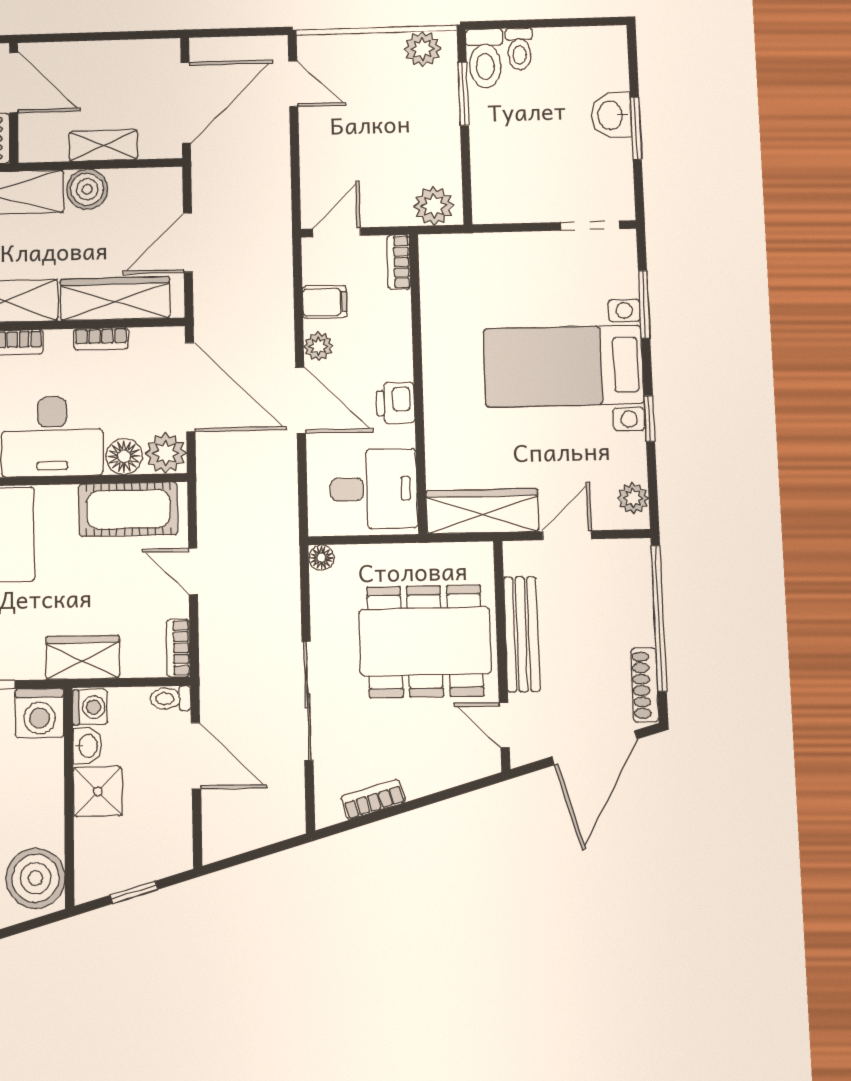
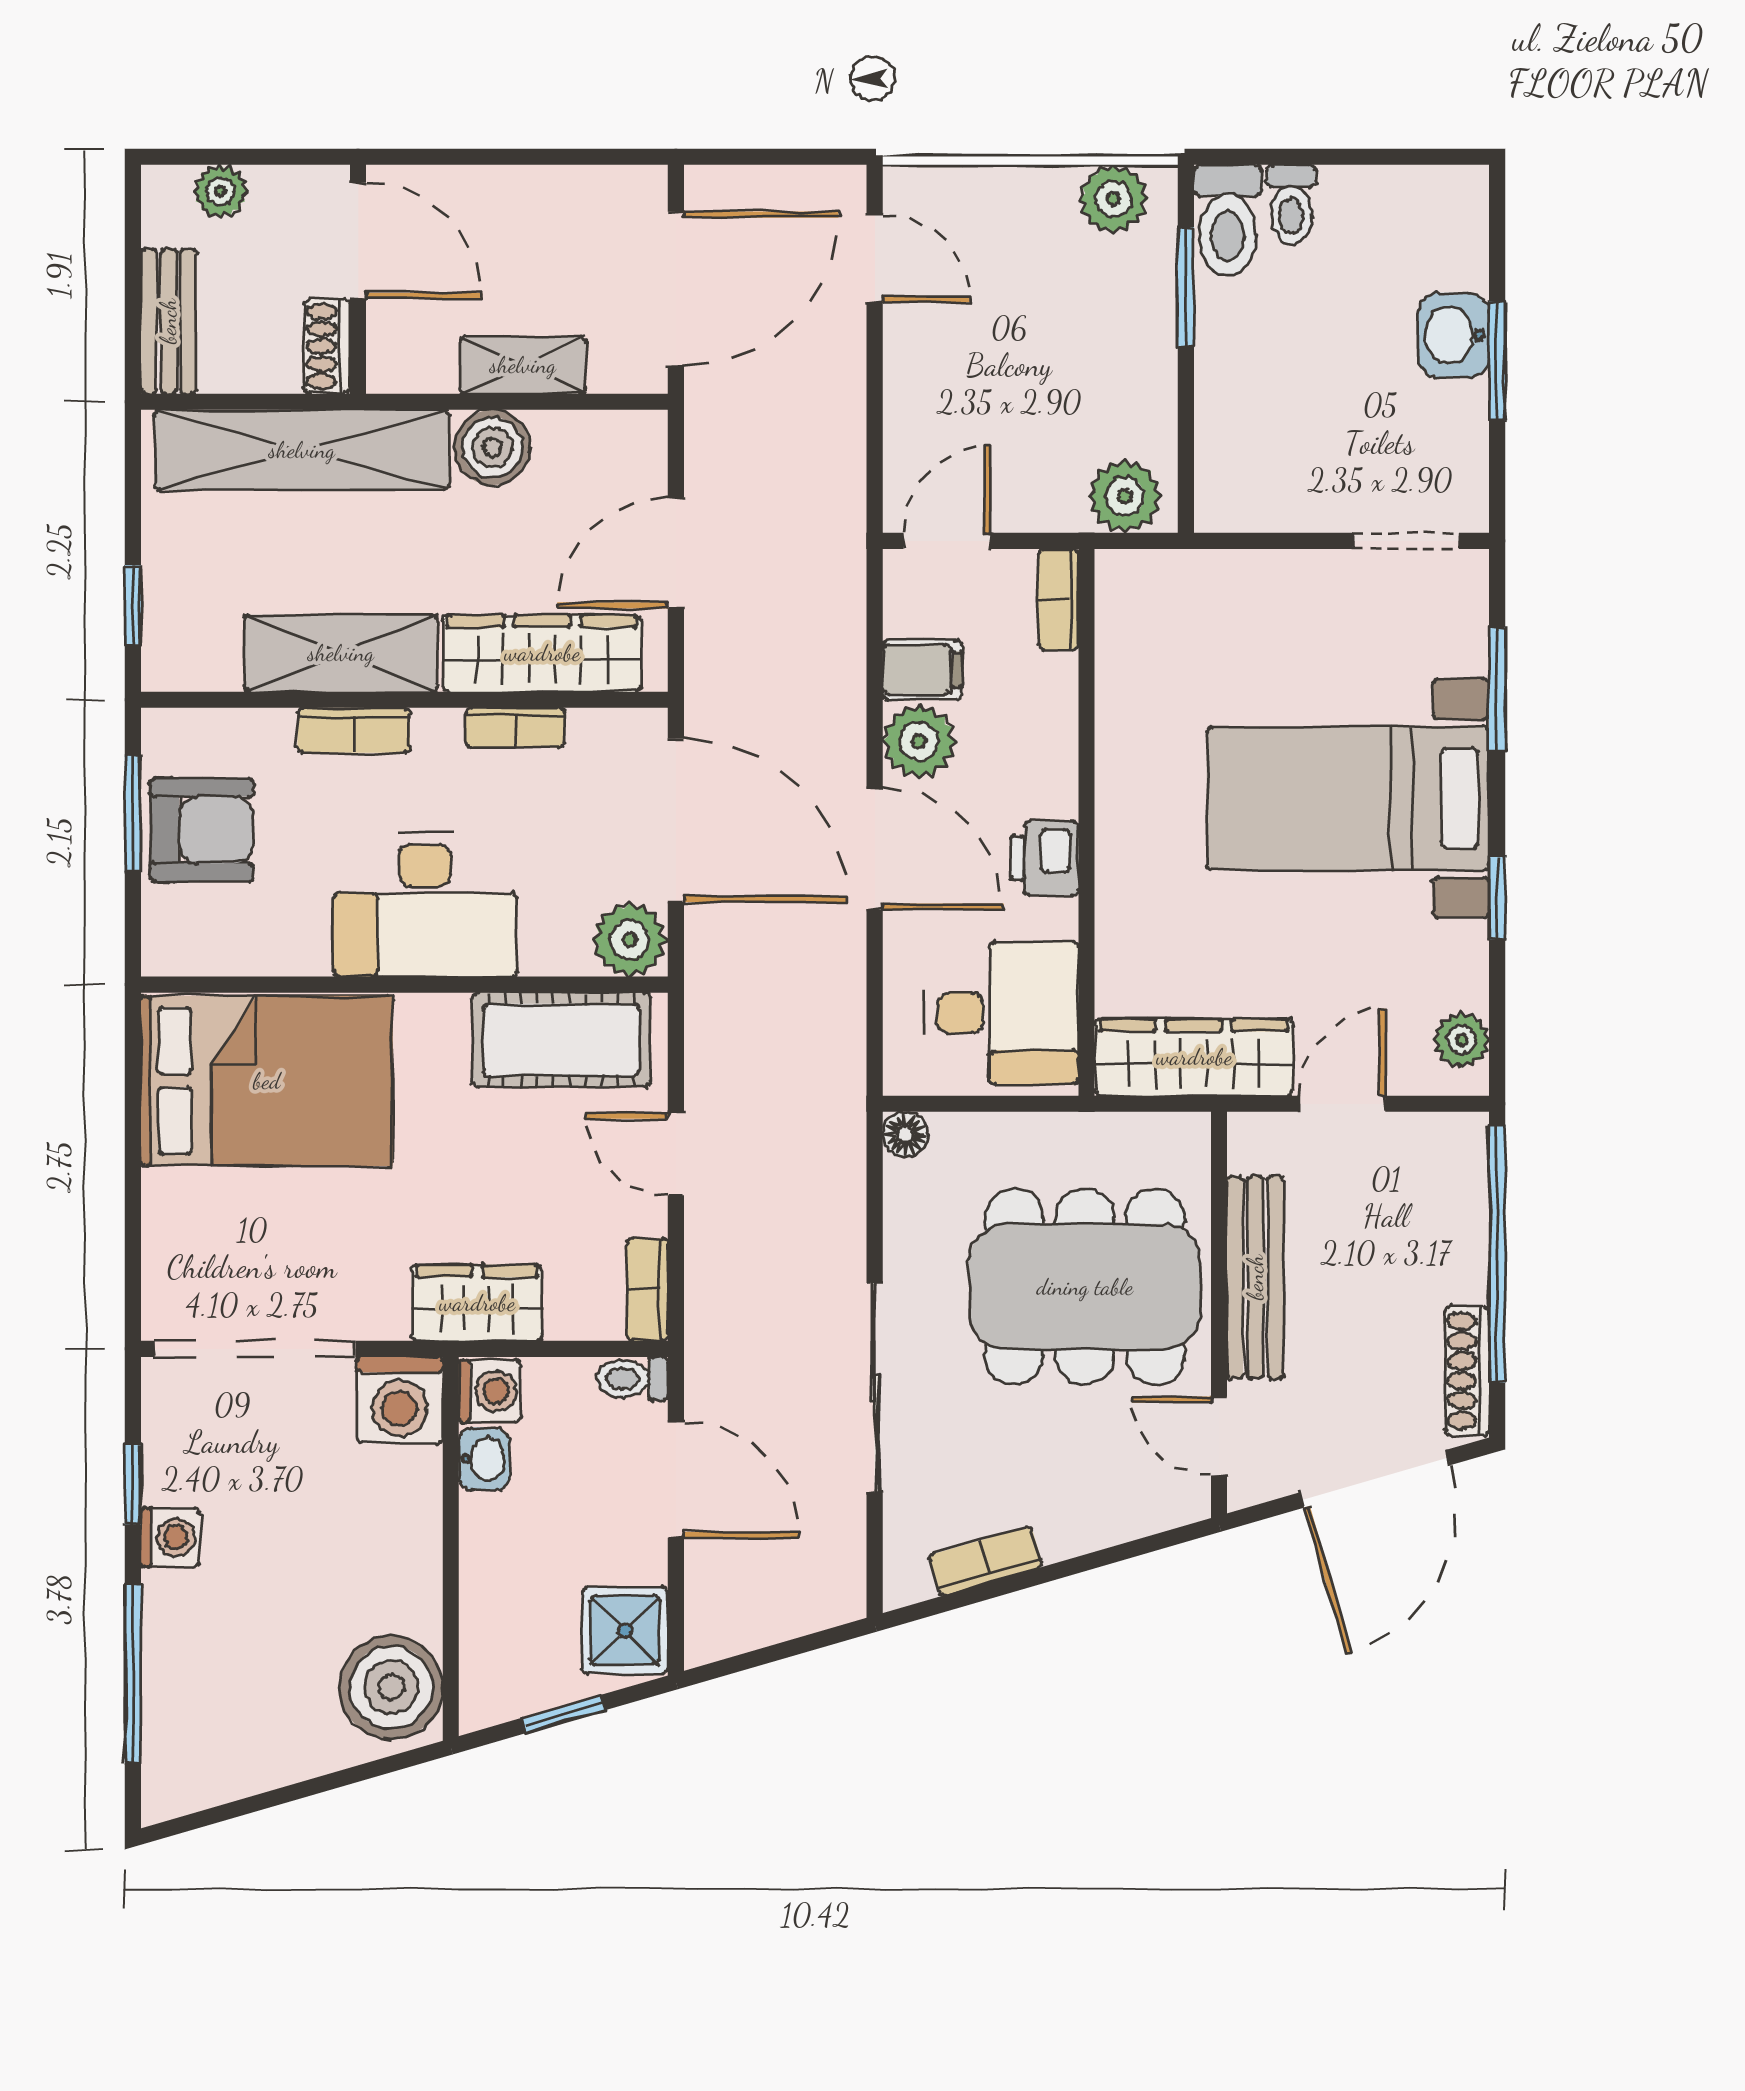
plant: (318, 346) -> (919, 741), width x1.38, depth x1.38
floor lamp: (124, 456) -> (555, 944), removed
shower: (98, 791) -> (625, 1630), moved

